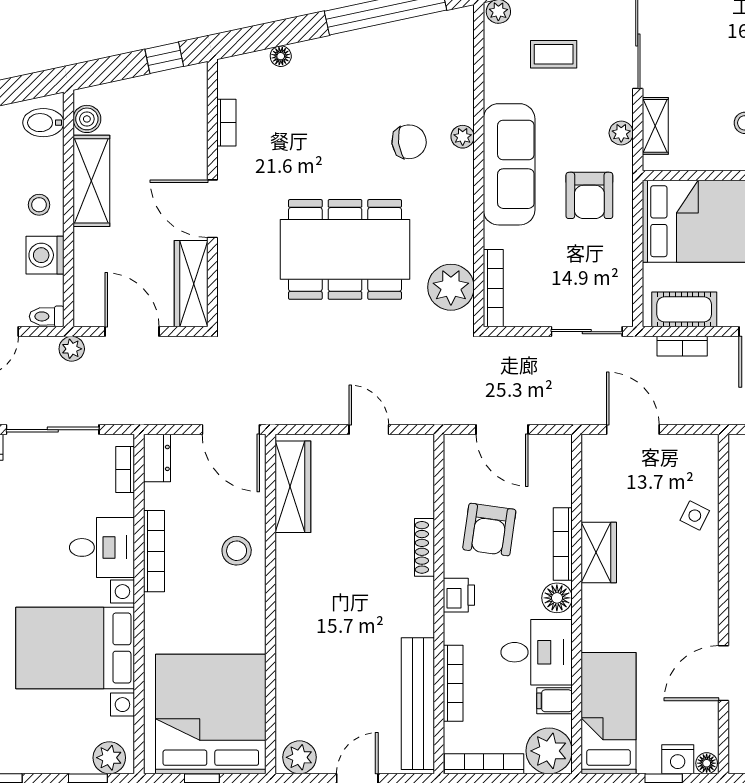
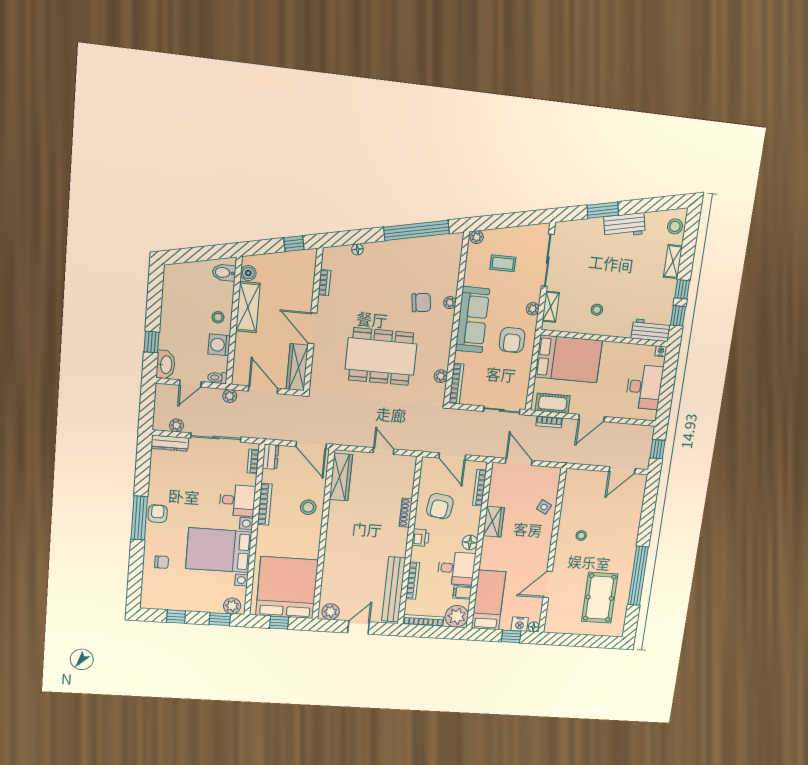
plant: (451, 287) -> (441, 376), width x0.53, depth x0.53
bookcase: (563, 544) -> (480, 488), moved

